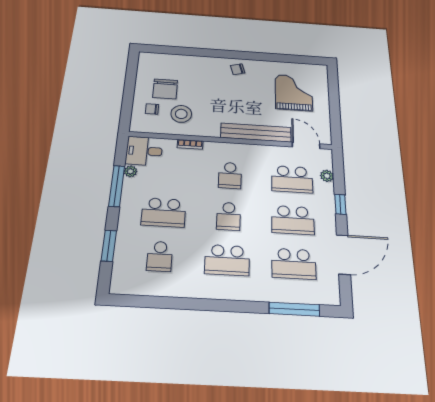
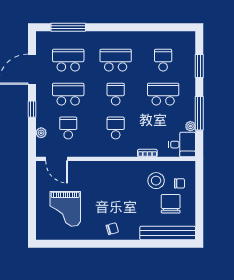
bench: (256, 133) -> (168, 233), moved
school desk: (292, 179) -> (68, 128), width x0.54

